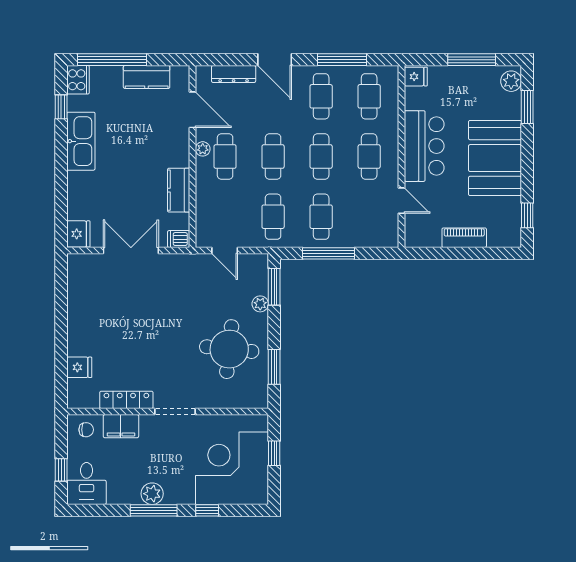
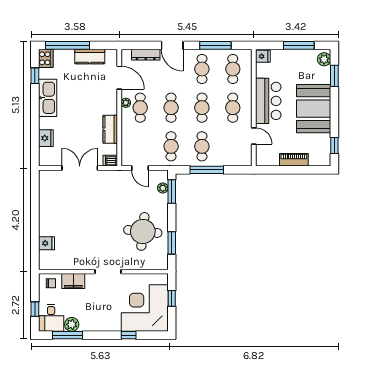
fridge: (78, 234) -> (46, 138), moved
plant: (260, 304) -> (163, 188), moved
locker: (126, 400) -> (77, 264), removed
plant: (152, 494) -> (72, 324), moved
window: (154, 510) -> (68, 335), moved

